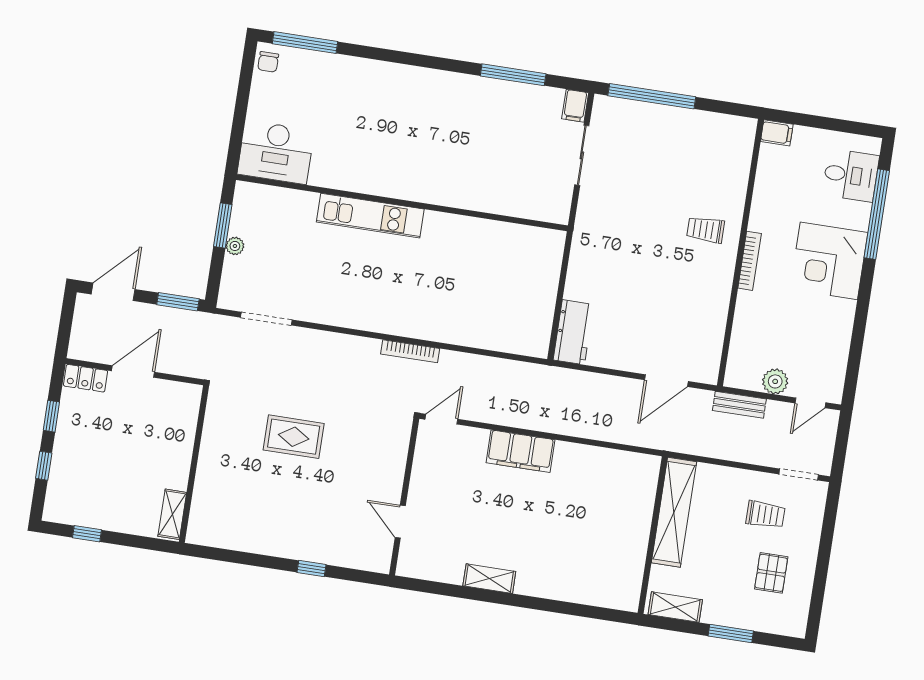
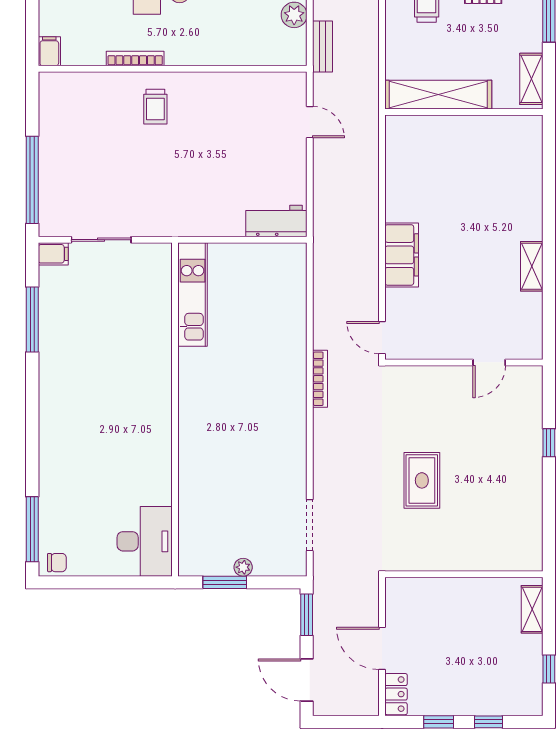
kitchen unit: (370, 216) -> (193, 295), moved
bookcase: (750, 261) -> (135, 58), moved
door: (666, 381) -> (310, 122), width x0.73
shelving: (172, 514) -> (532, 609), moved, turned 90

